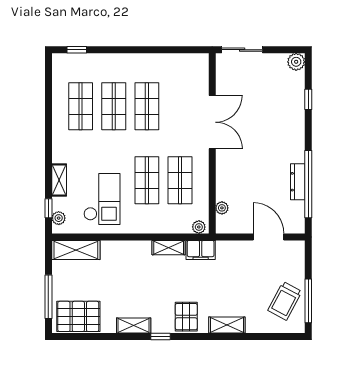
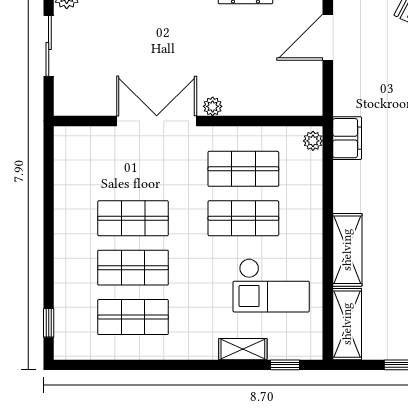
sliding door: (242, 50) -> (49, 46), moved
checkout: (102, 199) -> (271, 285), turned 180
plant: (222, 208) -> (213, 106), moved
plant: (59, 218) -> (300, 350), removed
shelving: (169, 248) -> (347, 250), moved, width x1.50, depth x1.33

